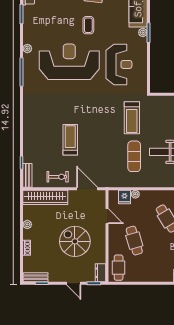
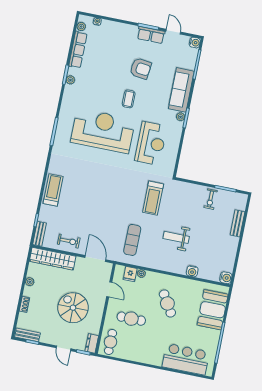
plant: (27, 49) -> (70, 80), moved
treadmill: (70, 140) -> (53, 190), moved
exercise mat: (134, 156) -> (132, 240), moved
cafe table: (134, 241) -> (131, 319), turned -74

